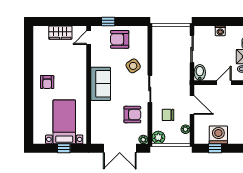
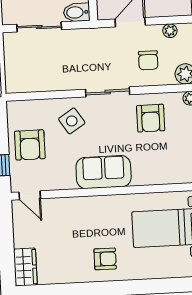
wardrobe: (60, 33) -> (25, 267), moved
armchair: (132, 115) -> (151, 118), turned 180

